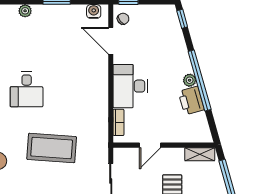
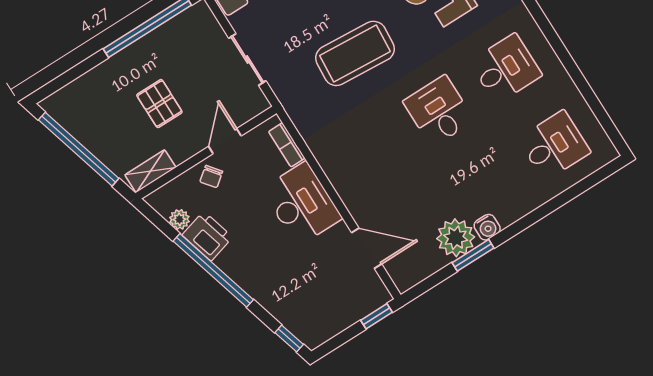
plant: (25, 11) -> (456, 238), moved, width x1.87, depth x1.87
water cooler: (94, 11) -> (487, 227), moved
chair: (123, 19) -> (211, 176), moved
plant: (190, 80) -> (179, 219), moved

